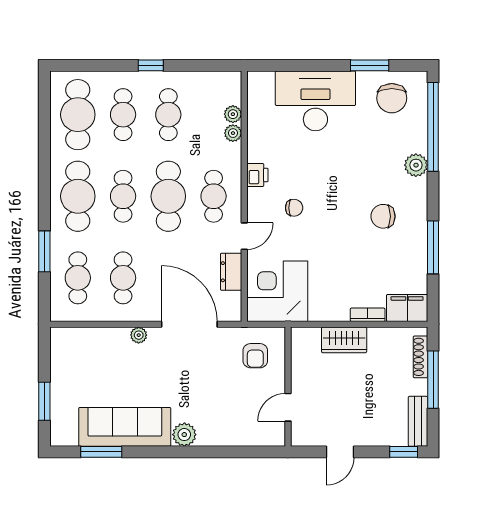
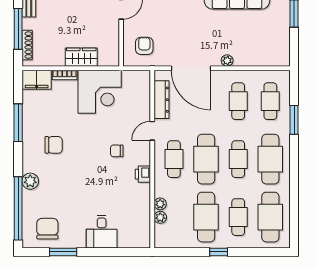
desk: (315, 101) -> (102, 232), width x0.53, depth x0.77
cafe table: (168, 115) -> (206, 217), width x1.37, depth x1.35
dresser: (231, 272) -> (162, 100), width x1.44
corner desk: (277, 291) -> (100, 92), moved

